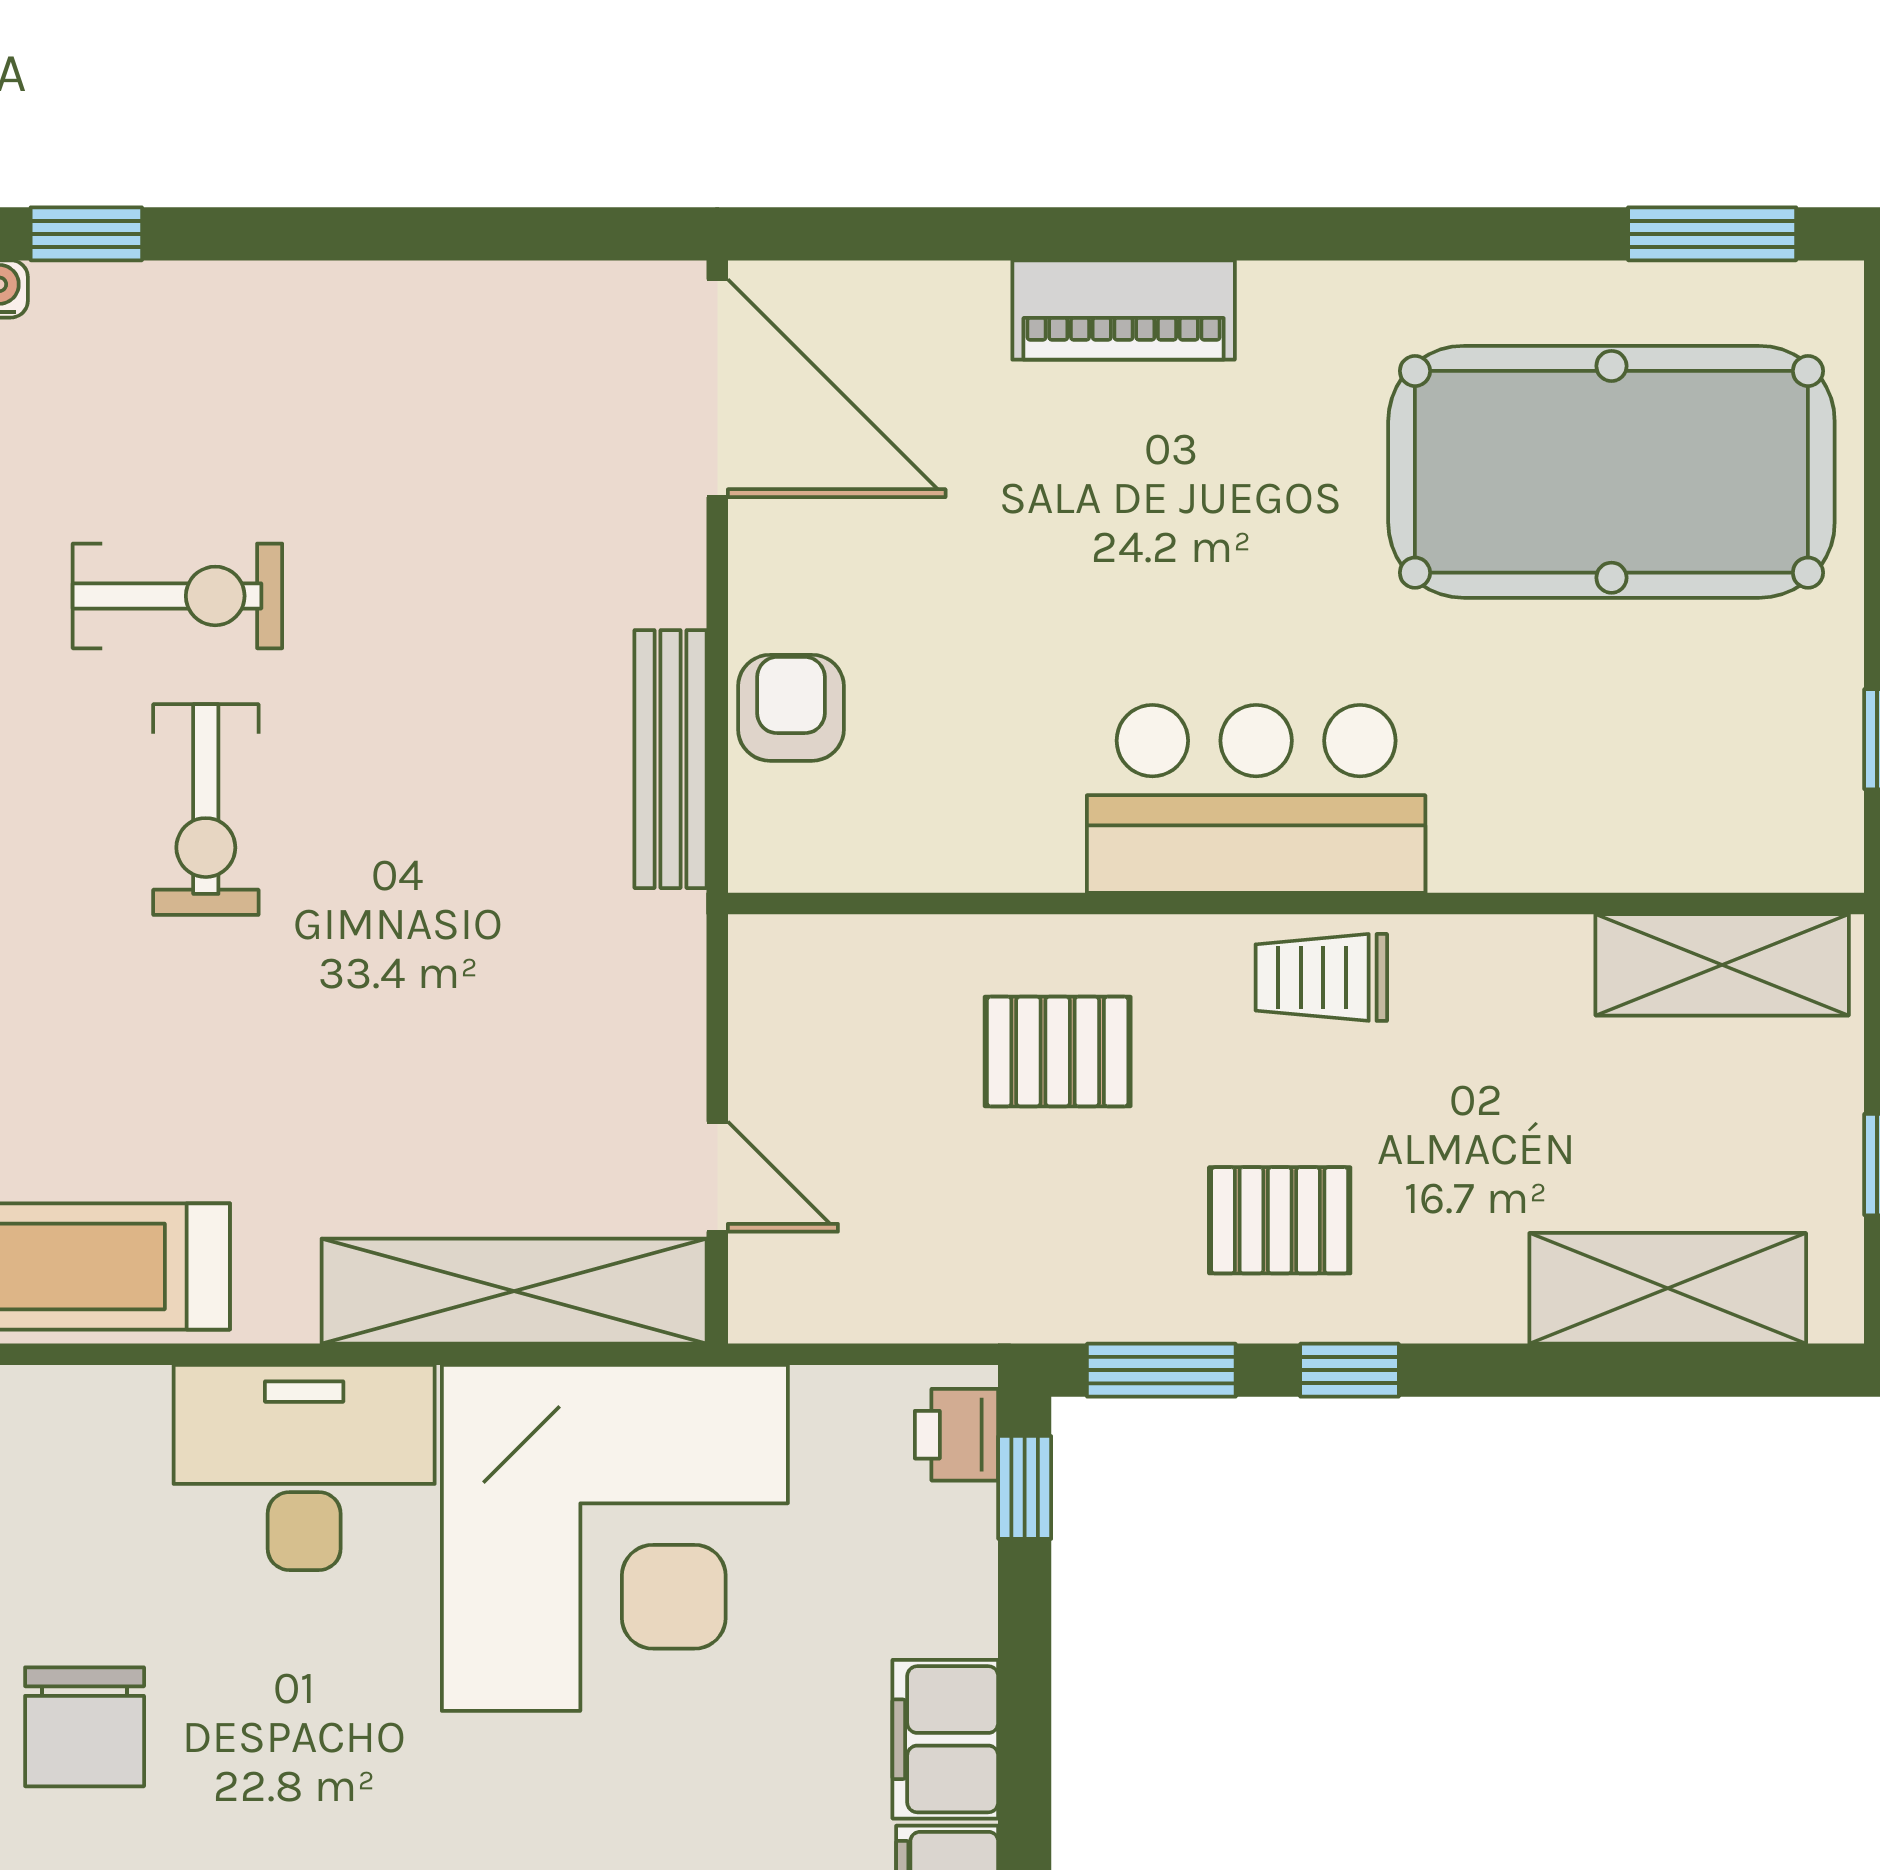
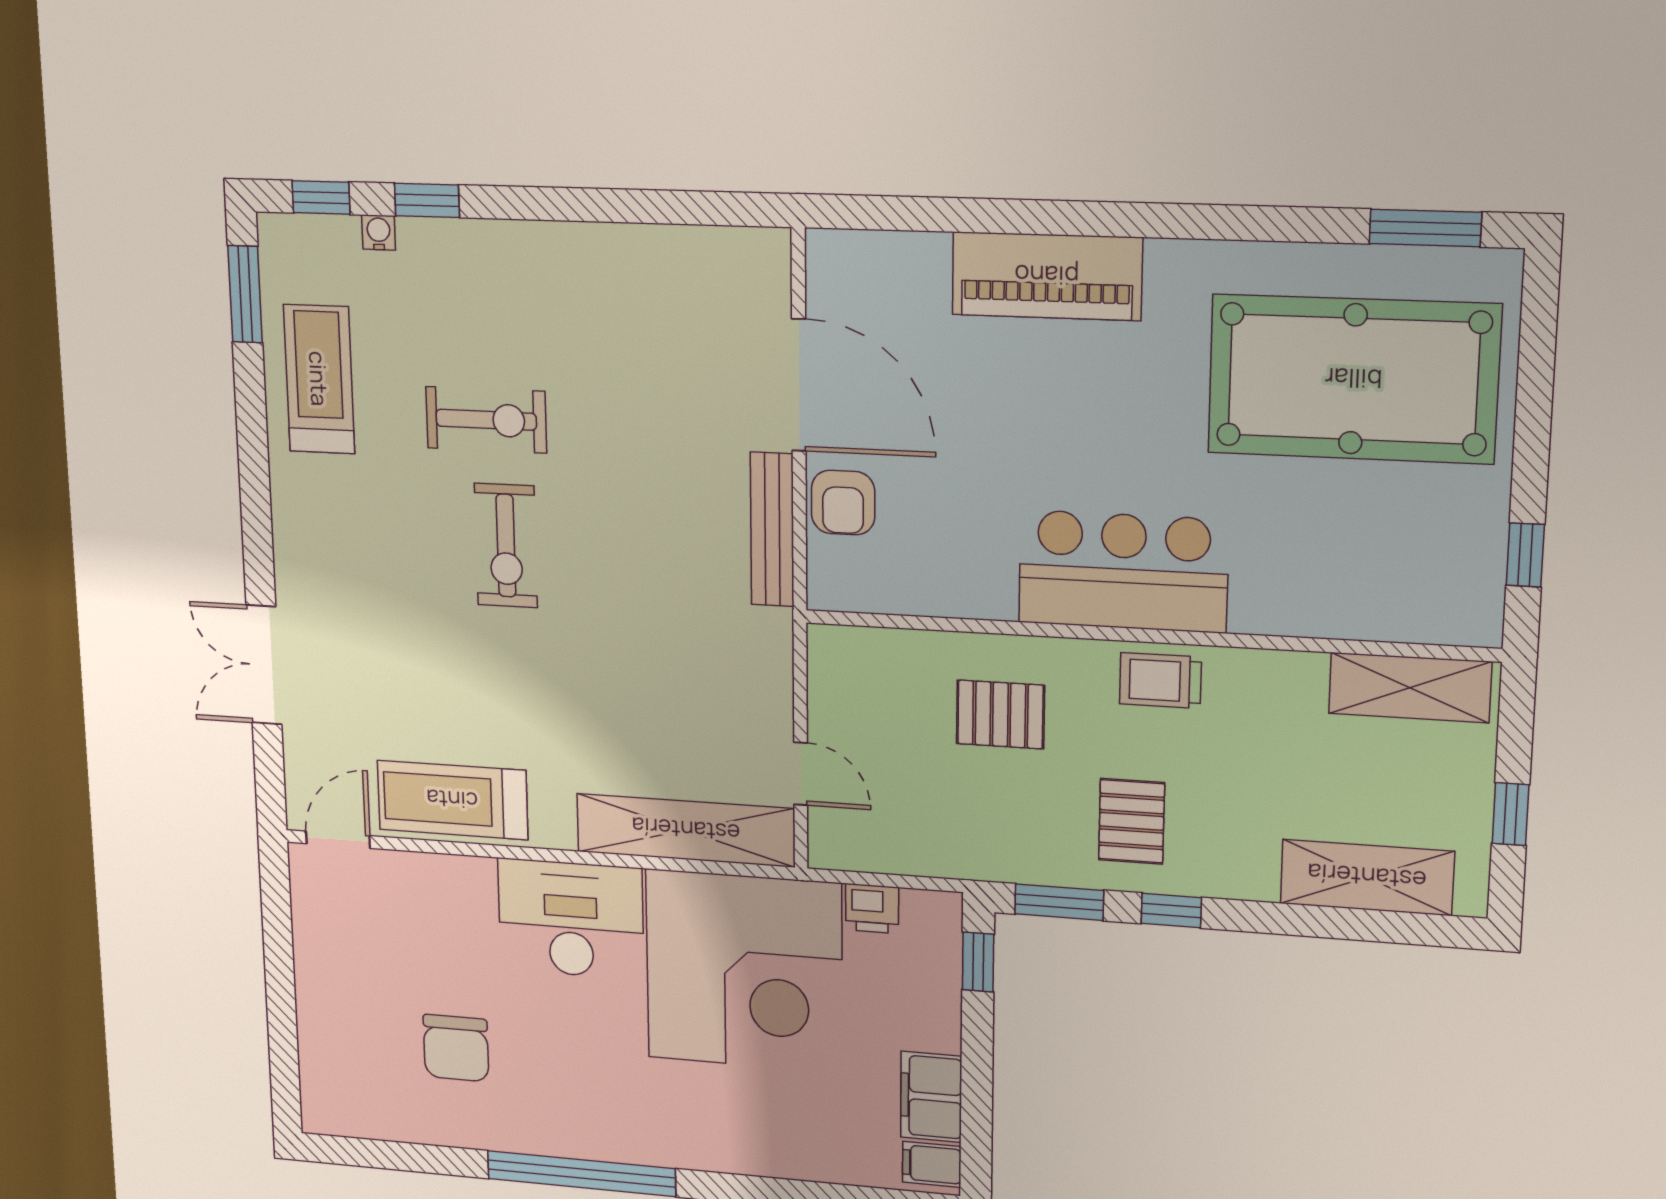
piano: (1124, 310) -> (1047, 276), width x1.37, depth x1.33
door: (717, 388) -> (799, 385), moved
armchair: (791, 708) -> (843, 503), turned 180
pallet: (1280, 1220) -> (1132, 821), turned 90
printer: (956, 1435) -> (872, 909), moved, turned -90

